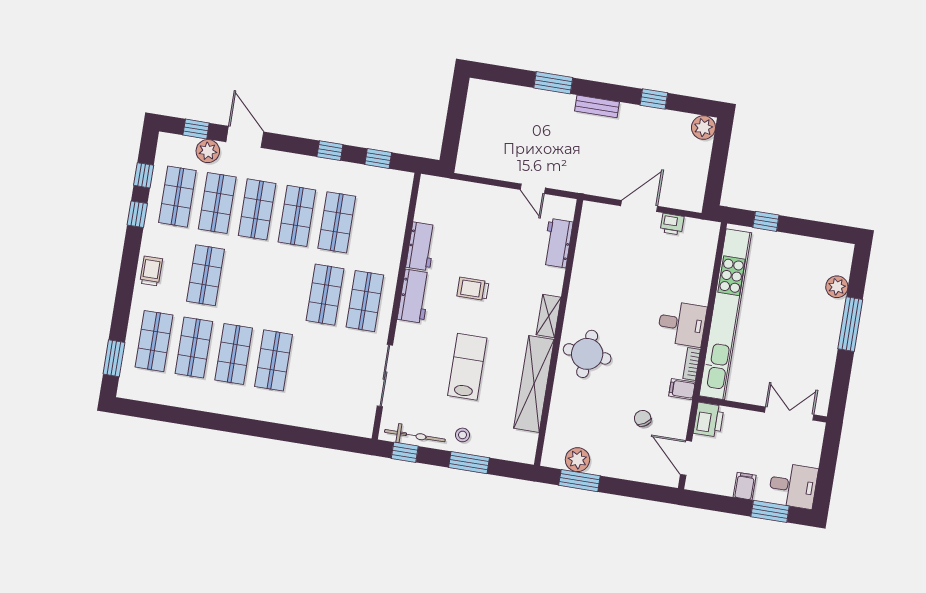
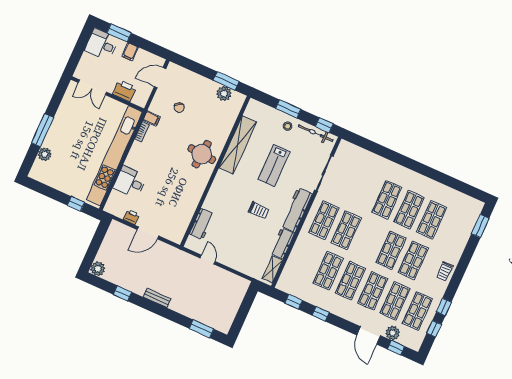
window: (553, 83) -> (201, 329), moved
workbench: (414, 296) -> (297, 210), width x1.37
shelving: (549, 316) -> (273, 269), moved
desk: (682, 324) -> (130, 182), moved
shop shelf: (154, 341) -> (391, 250), moved
printer: (709, 420) -> (124, 91), moved, turned 90
door: (686, 458) -> (160, 78), swing flipped

